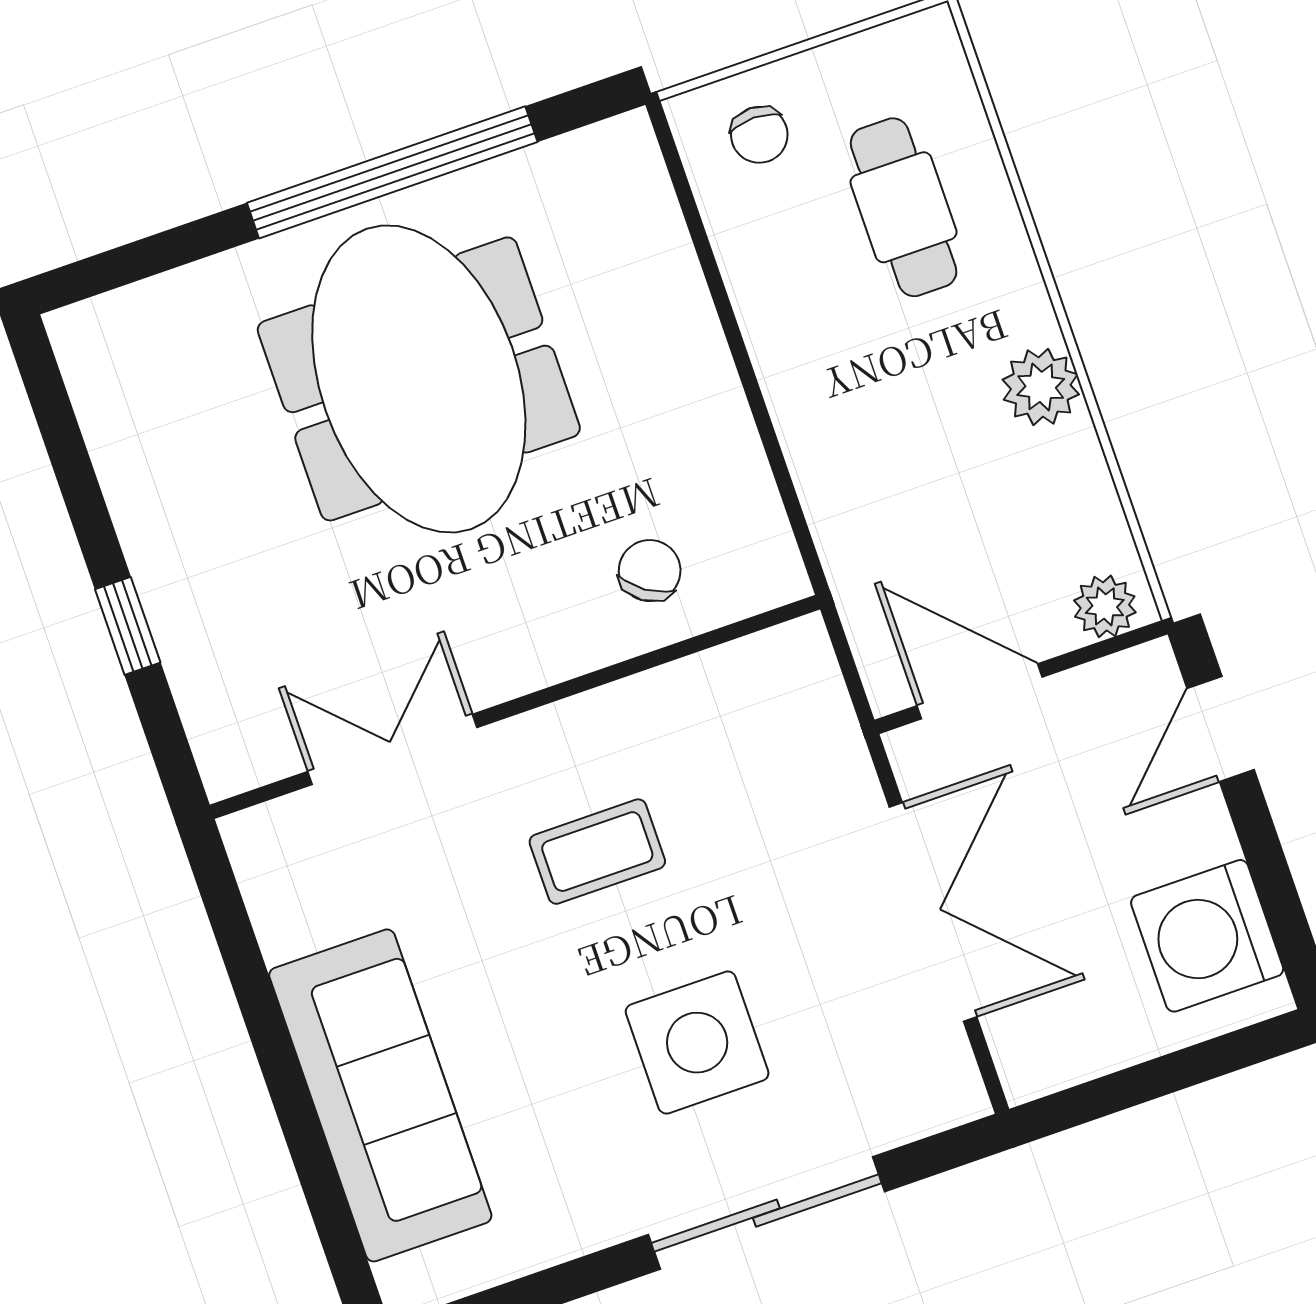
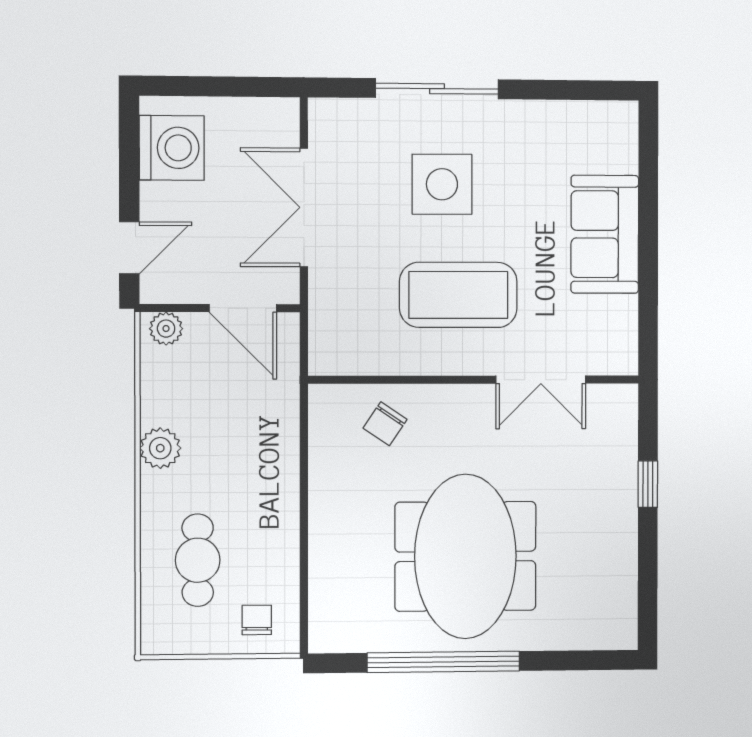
coffee table: (597, 852) -> (458, 295), width x1.86, depth x1.72
sofa: (380, 1095) -> (605, 234), width x0.73

